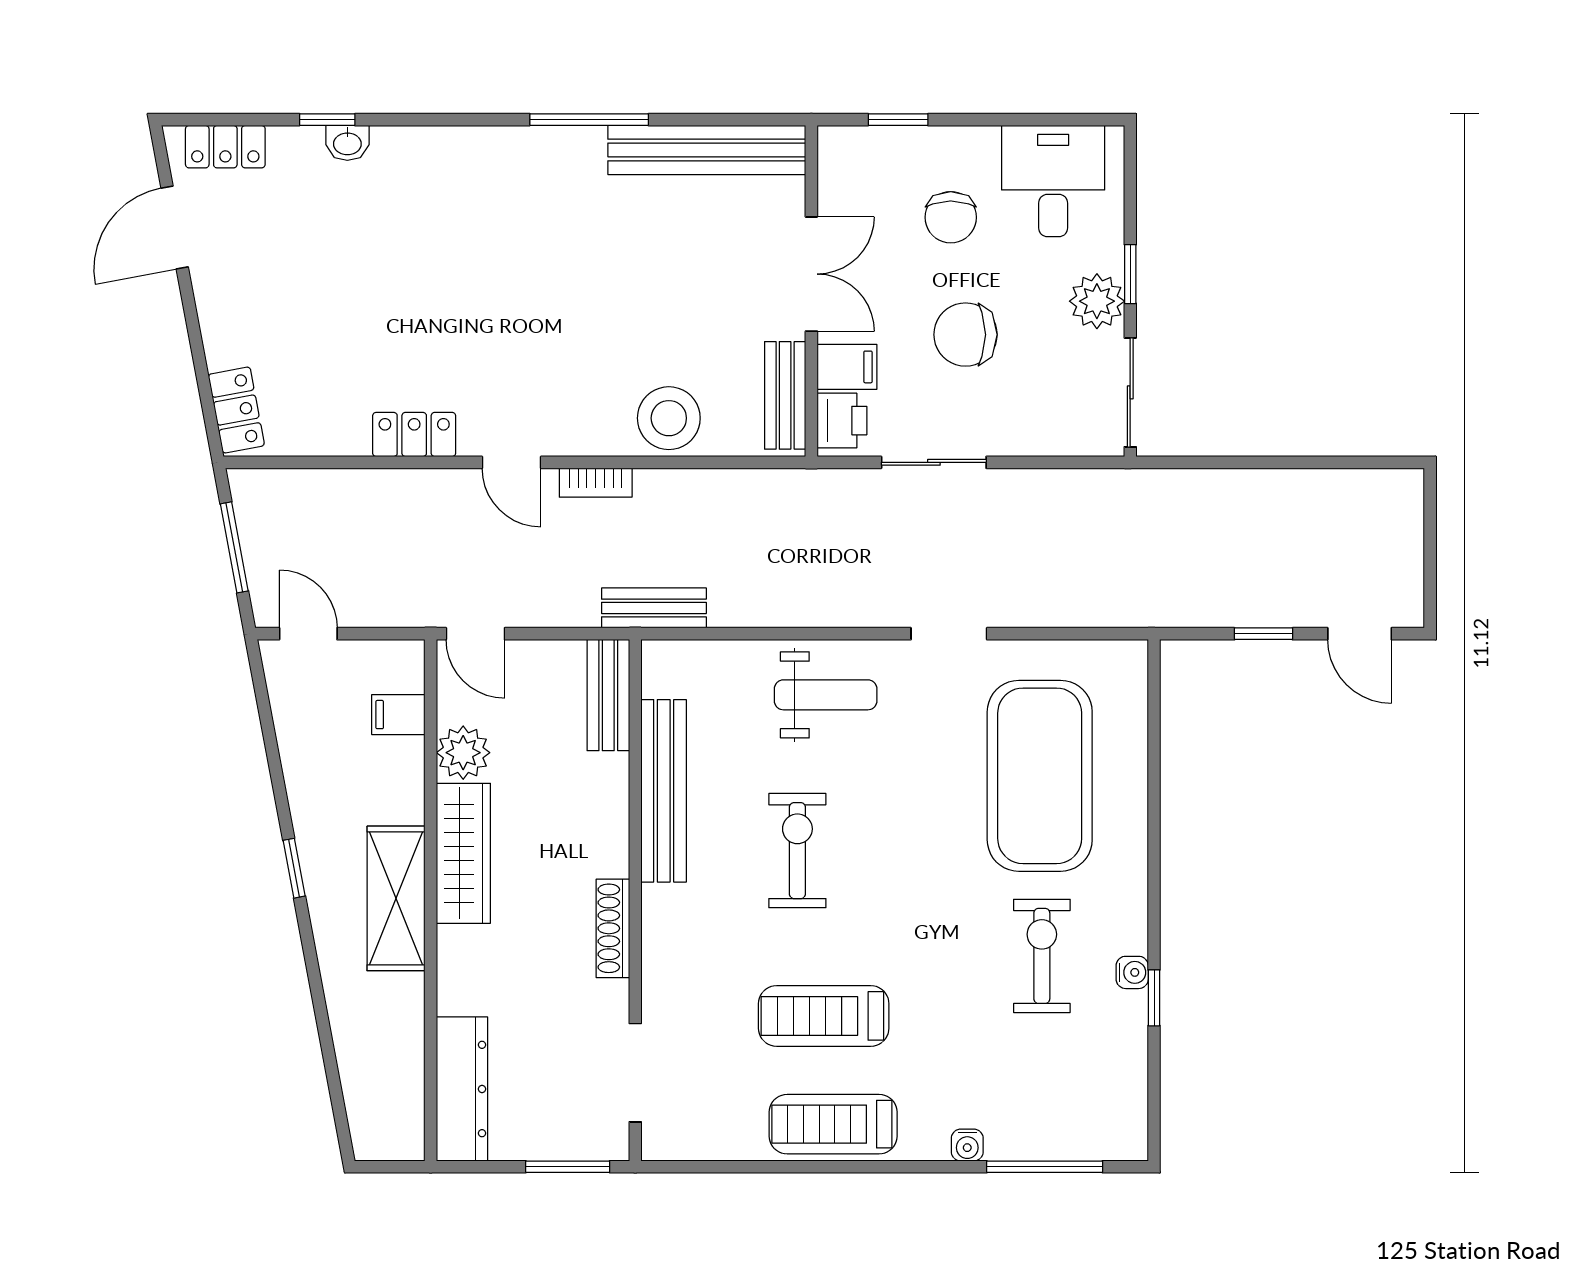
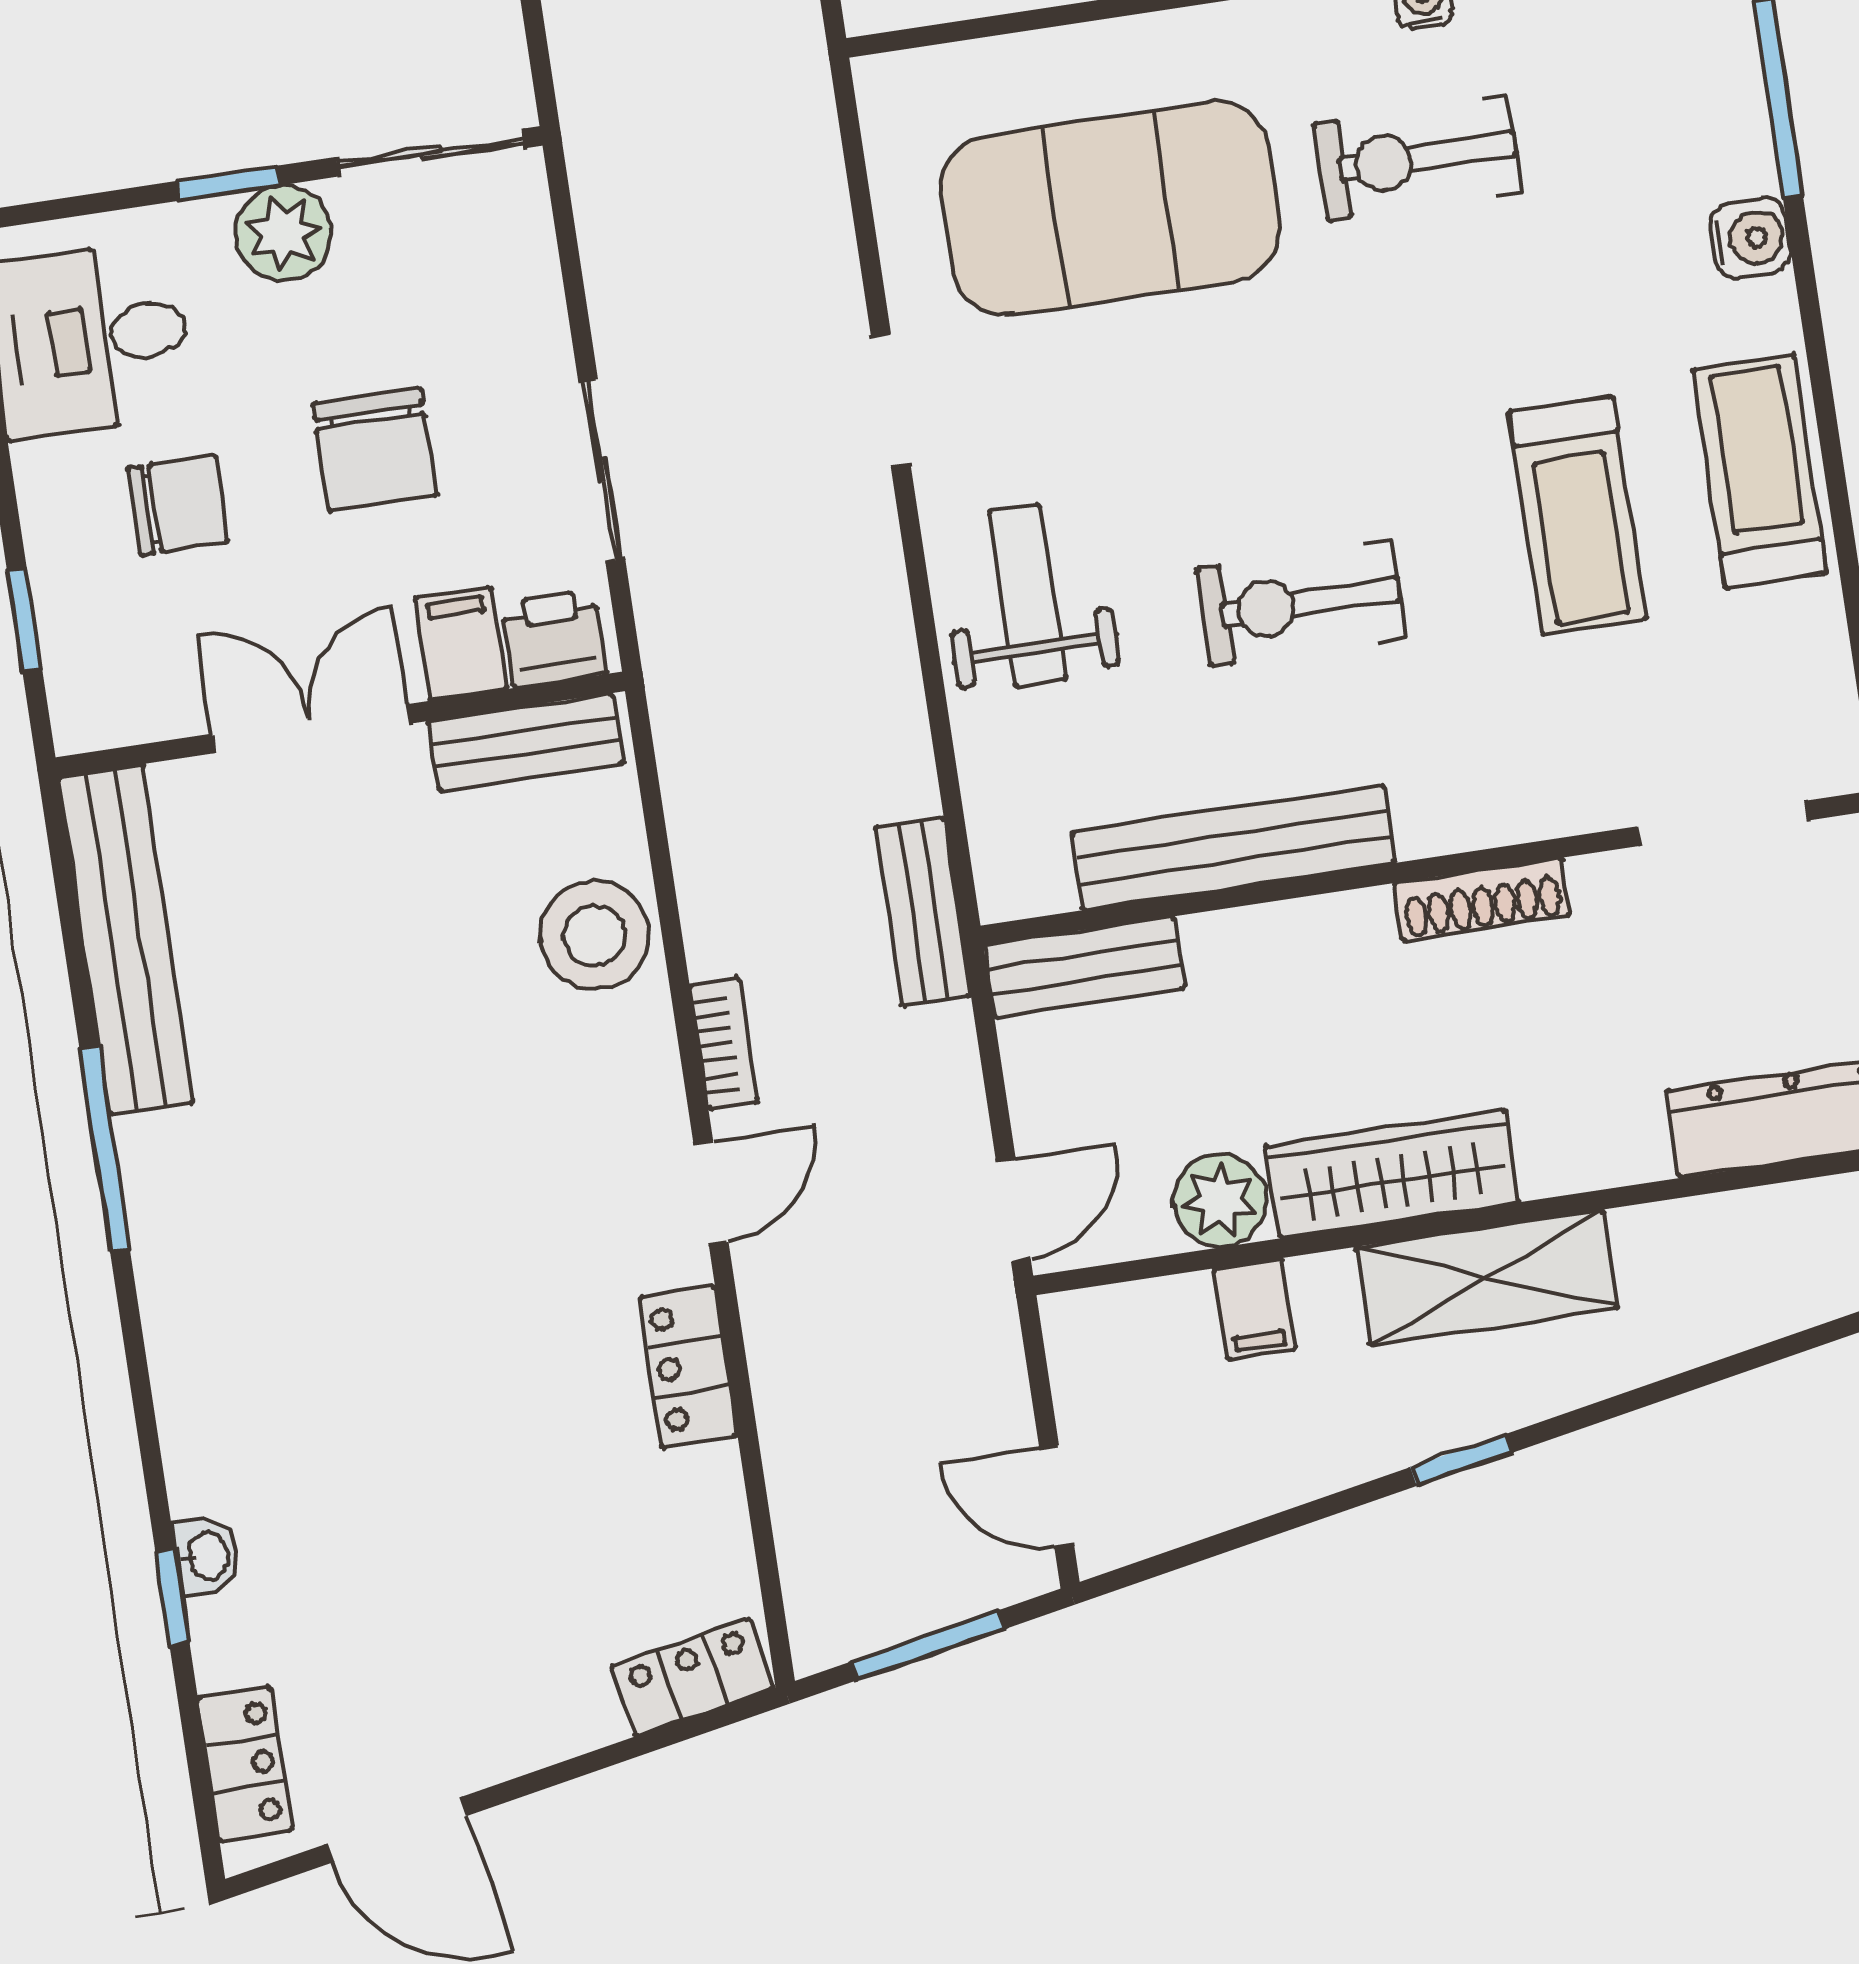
door: (308, 634) -> (1057, 1496), hinge flipped
filing cabinet: (398, 715) -> (1255, 1309), moved
treadmill: (833, 1124) -> (1760, 471), turned 180
water cooler: (967, 1145) -> (1750, 238), width x1.38, depth x1.38

